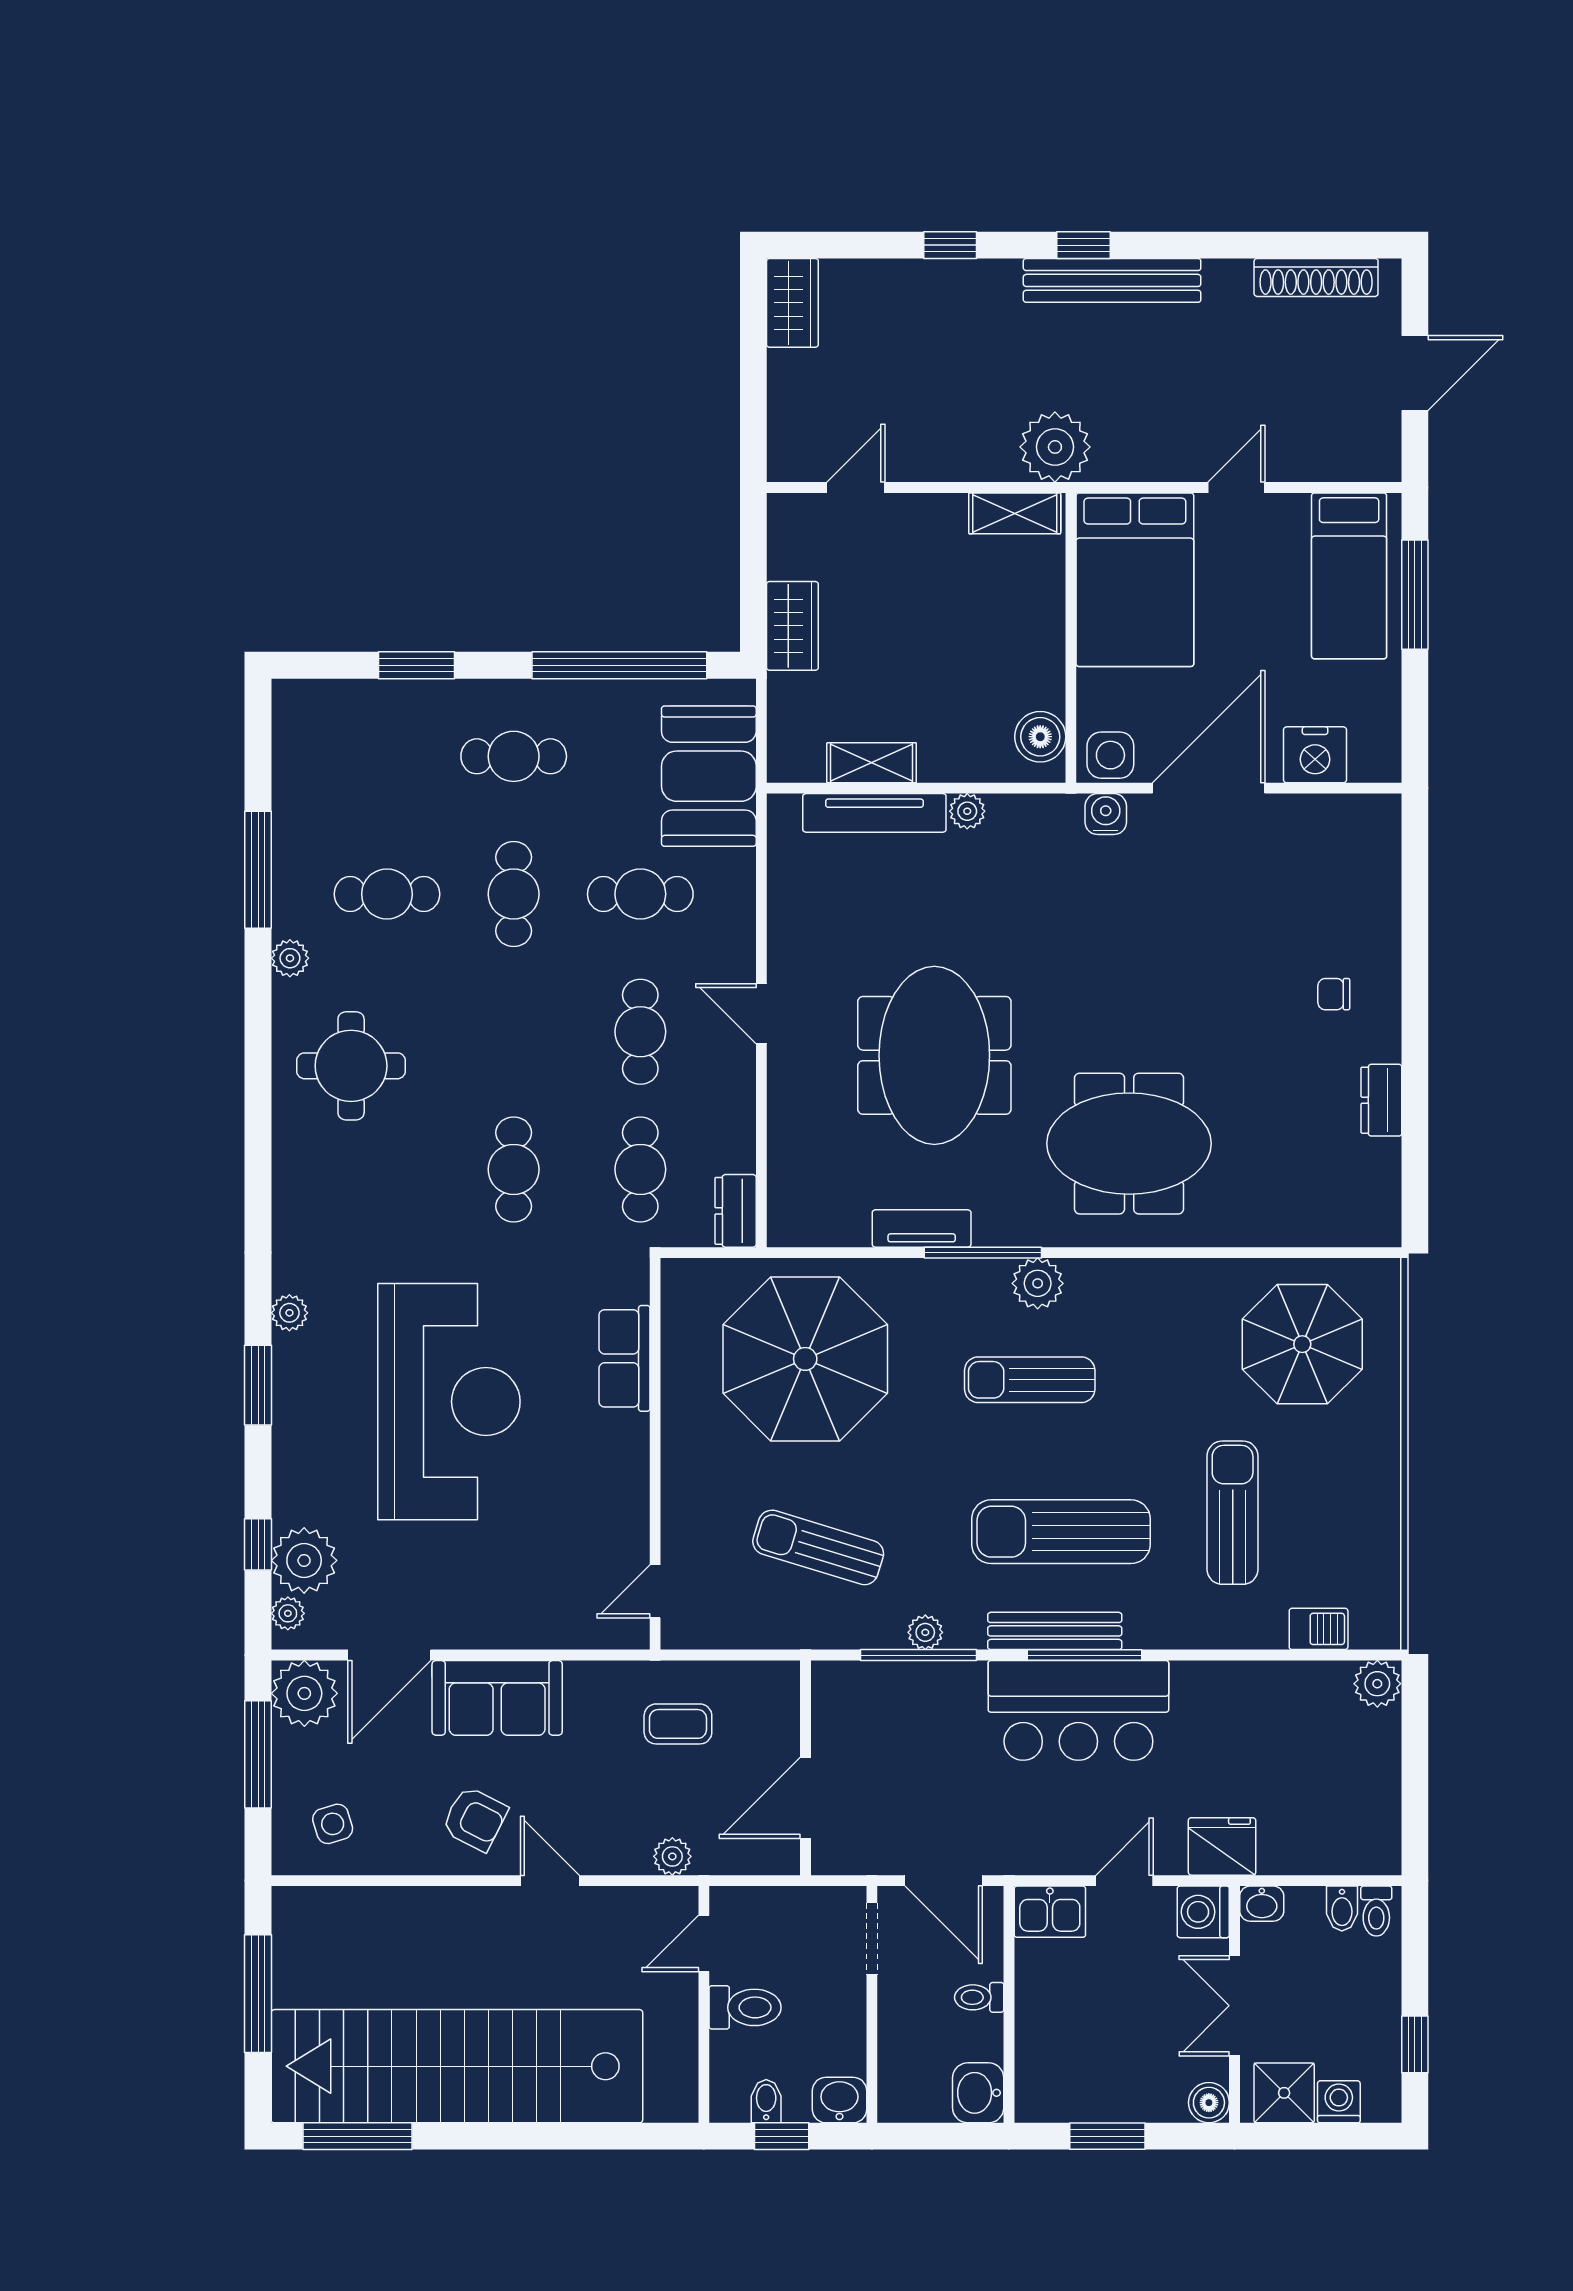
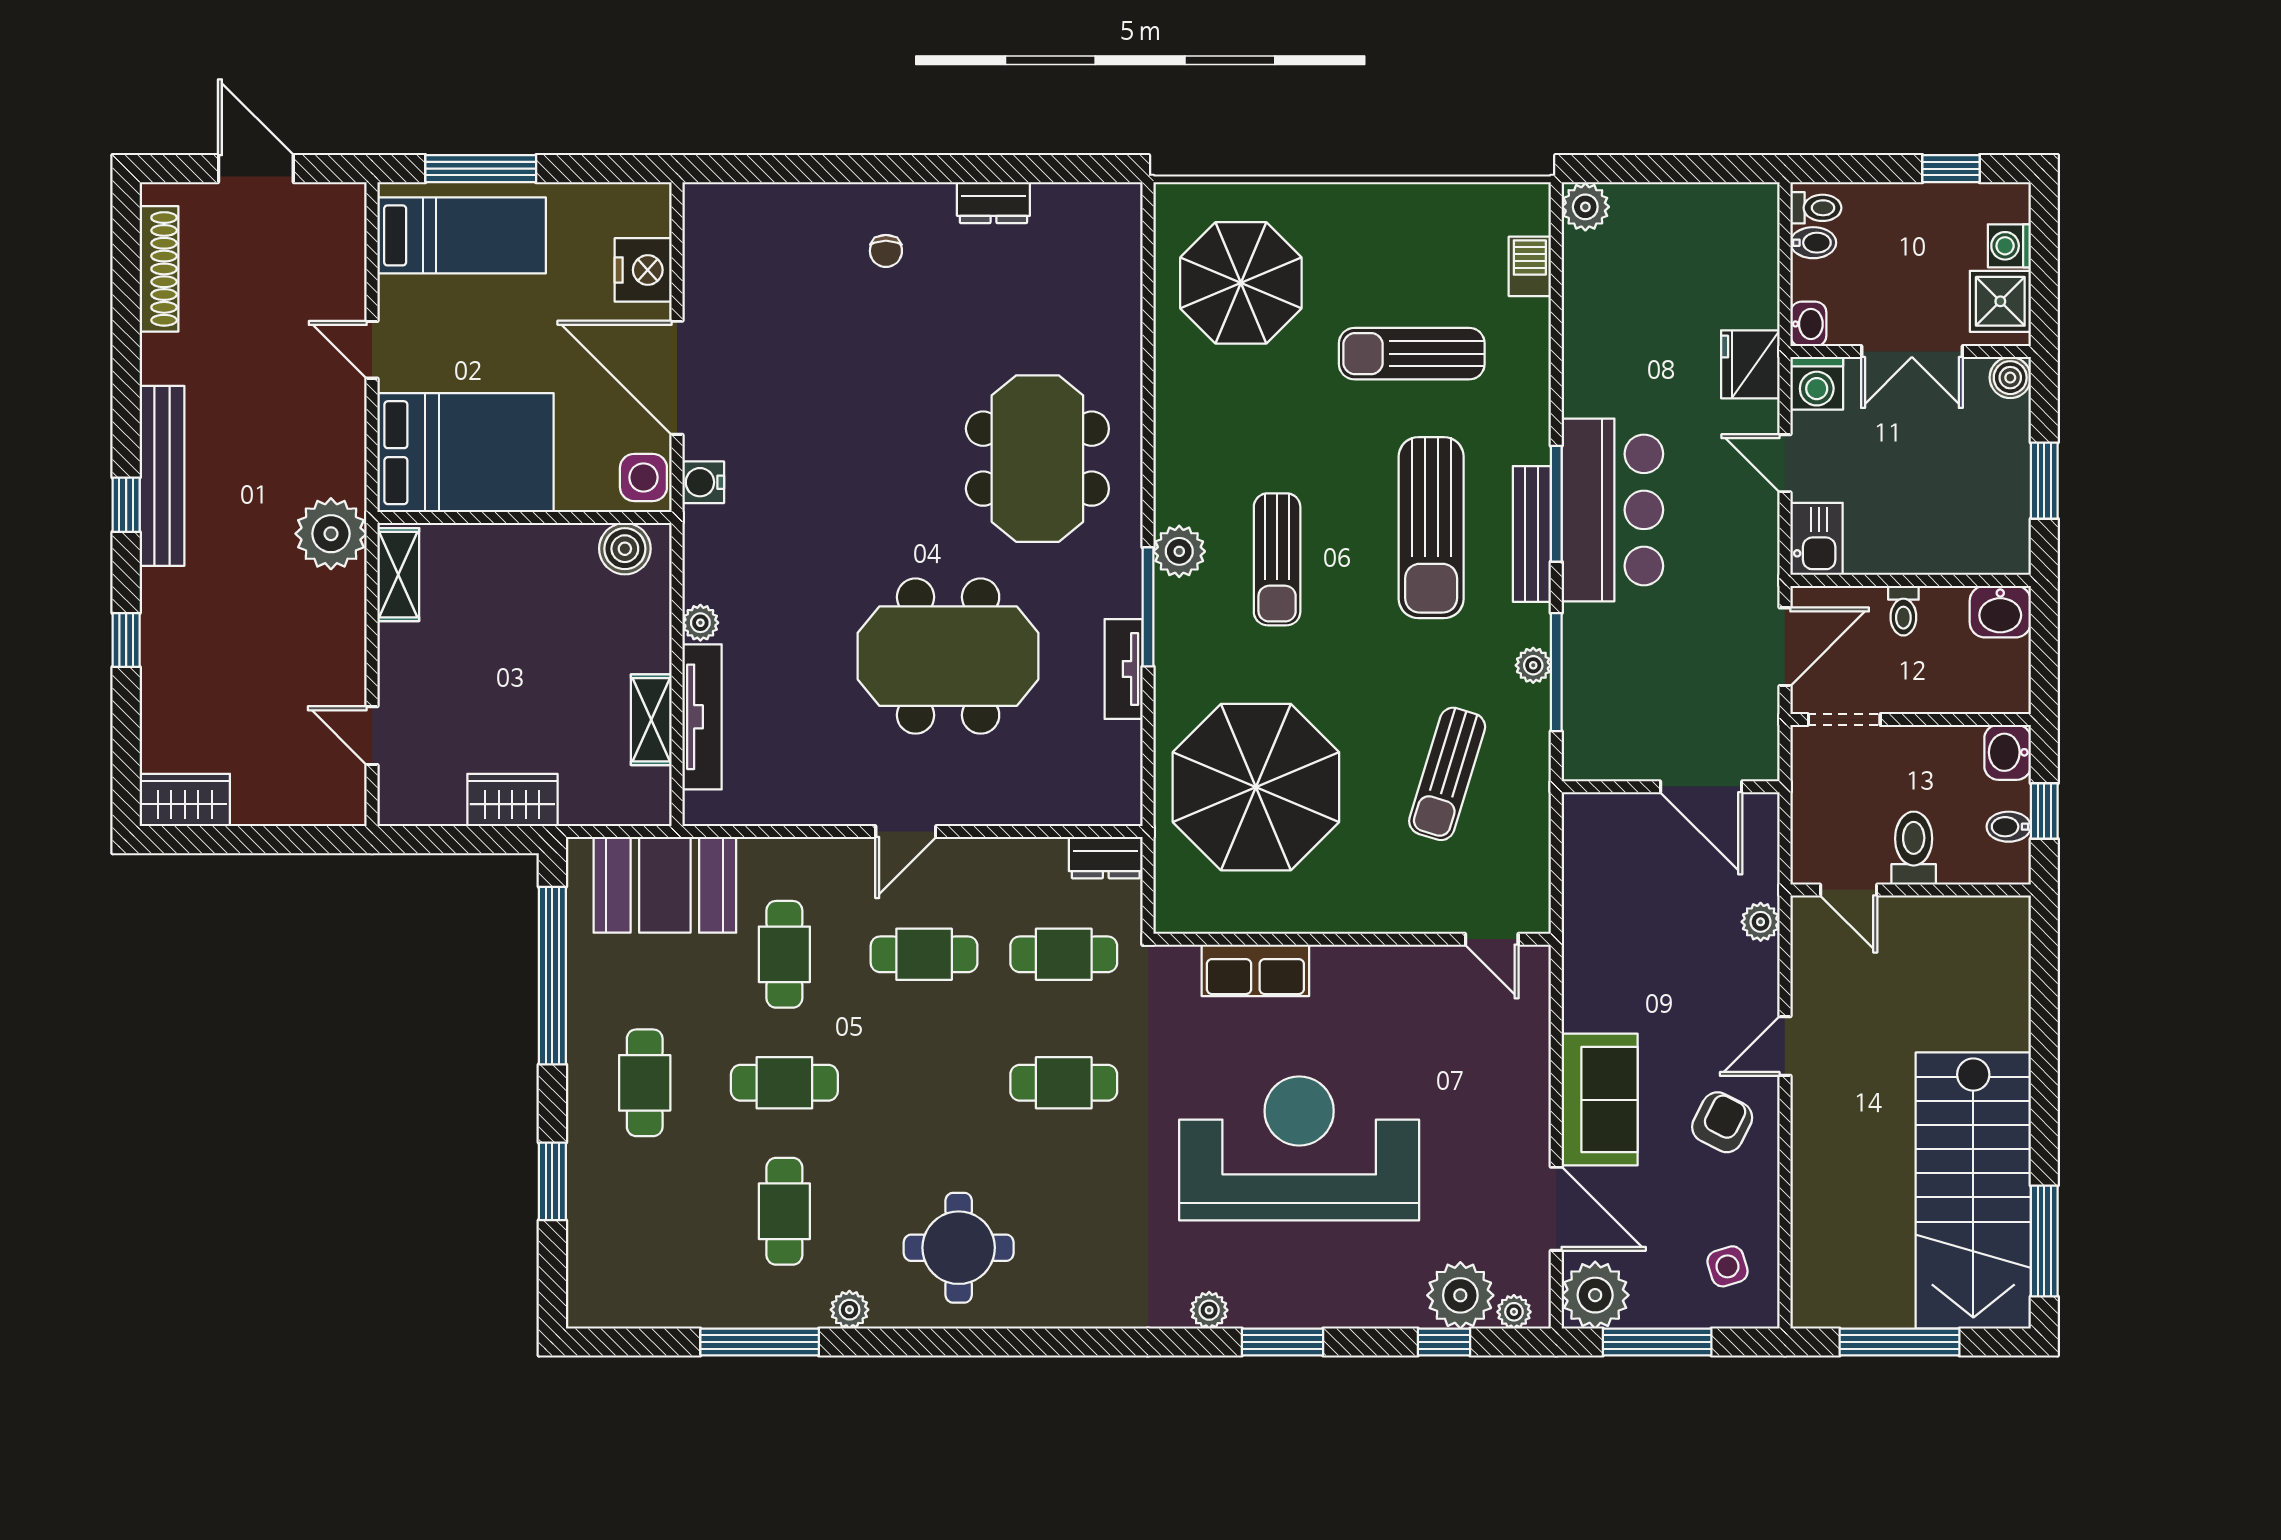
coffee table: (678, 1724) -> (1626, 916), removed
stairs: (457, 2066) -> (1973, 1190), width x0.73

